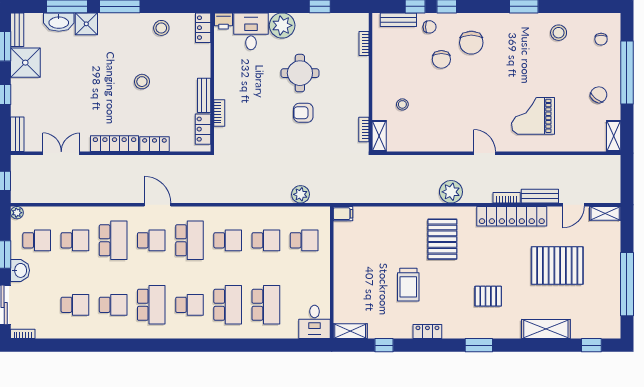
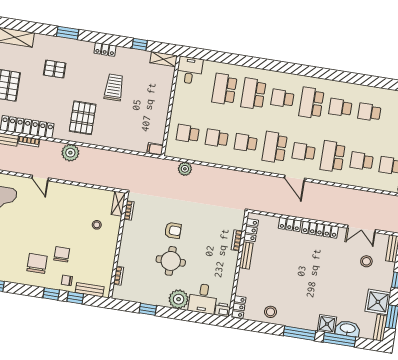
stool: (142, 82) -> (366, 261), moved

